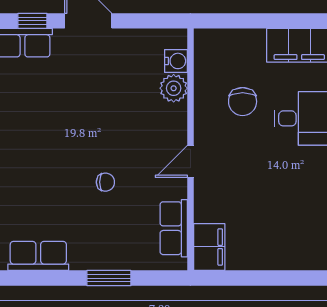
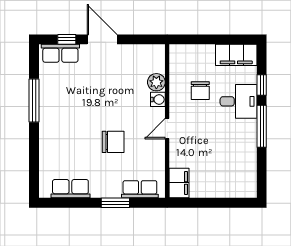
water cooler: (176, 61) -> (158, 99), moved
chair: (105, 182) -> (113, 142), width x1.87, depth x1.87
row of seats: (174, 228) -> (140, 189), moved, turned 90

